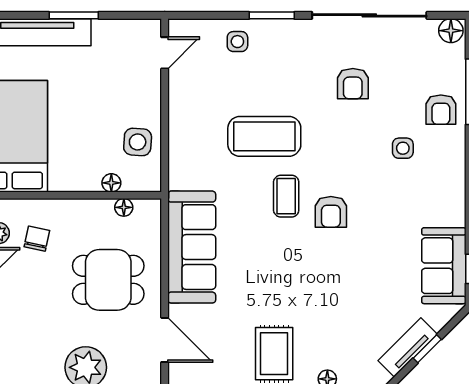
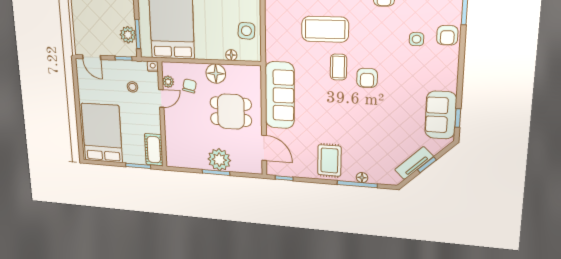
armchair: (441, 110) -> (447, 35), moved
floor lamp: (124, 207) -> (216, 74), moved, width x1.89, depth x1.89

